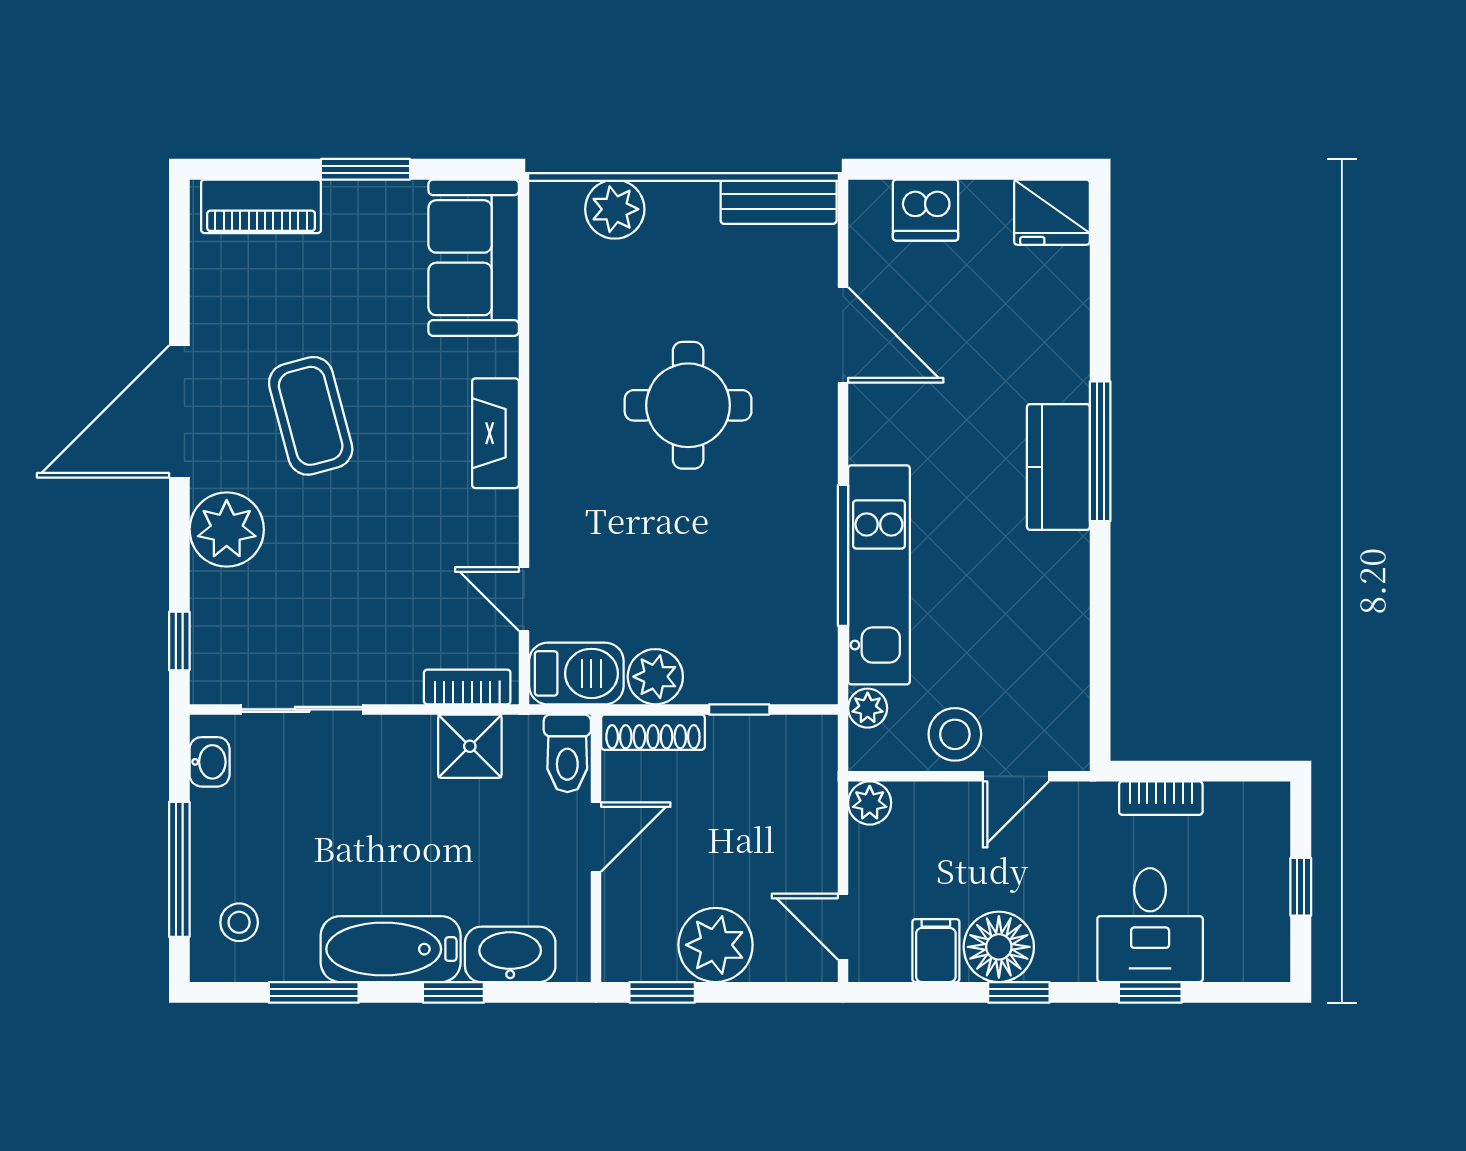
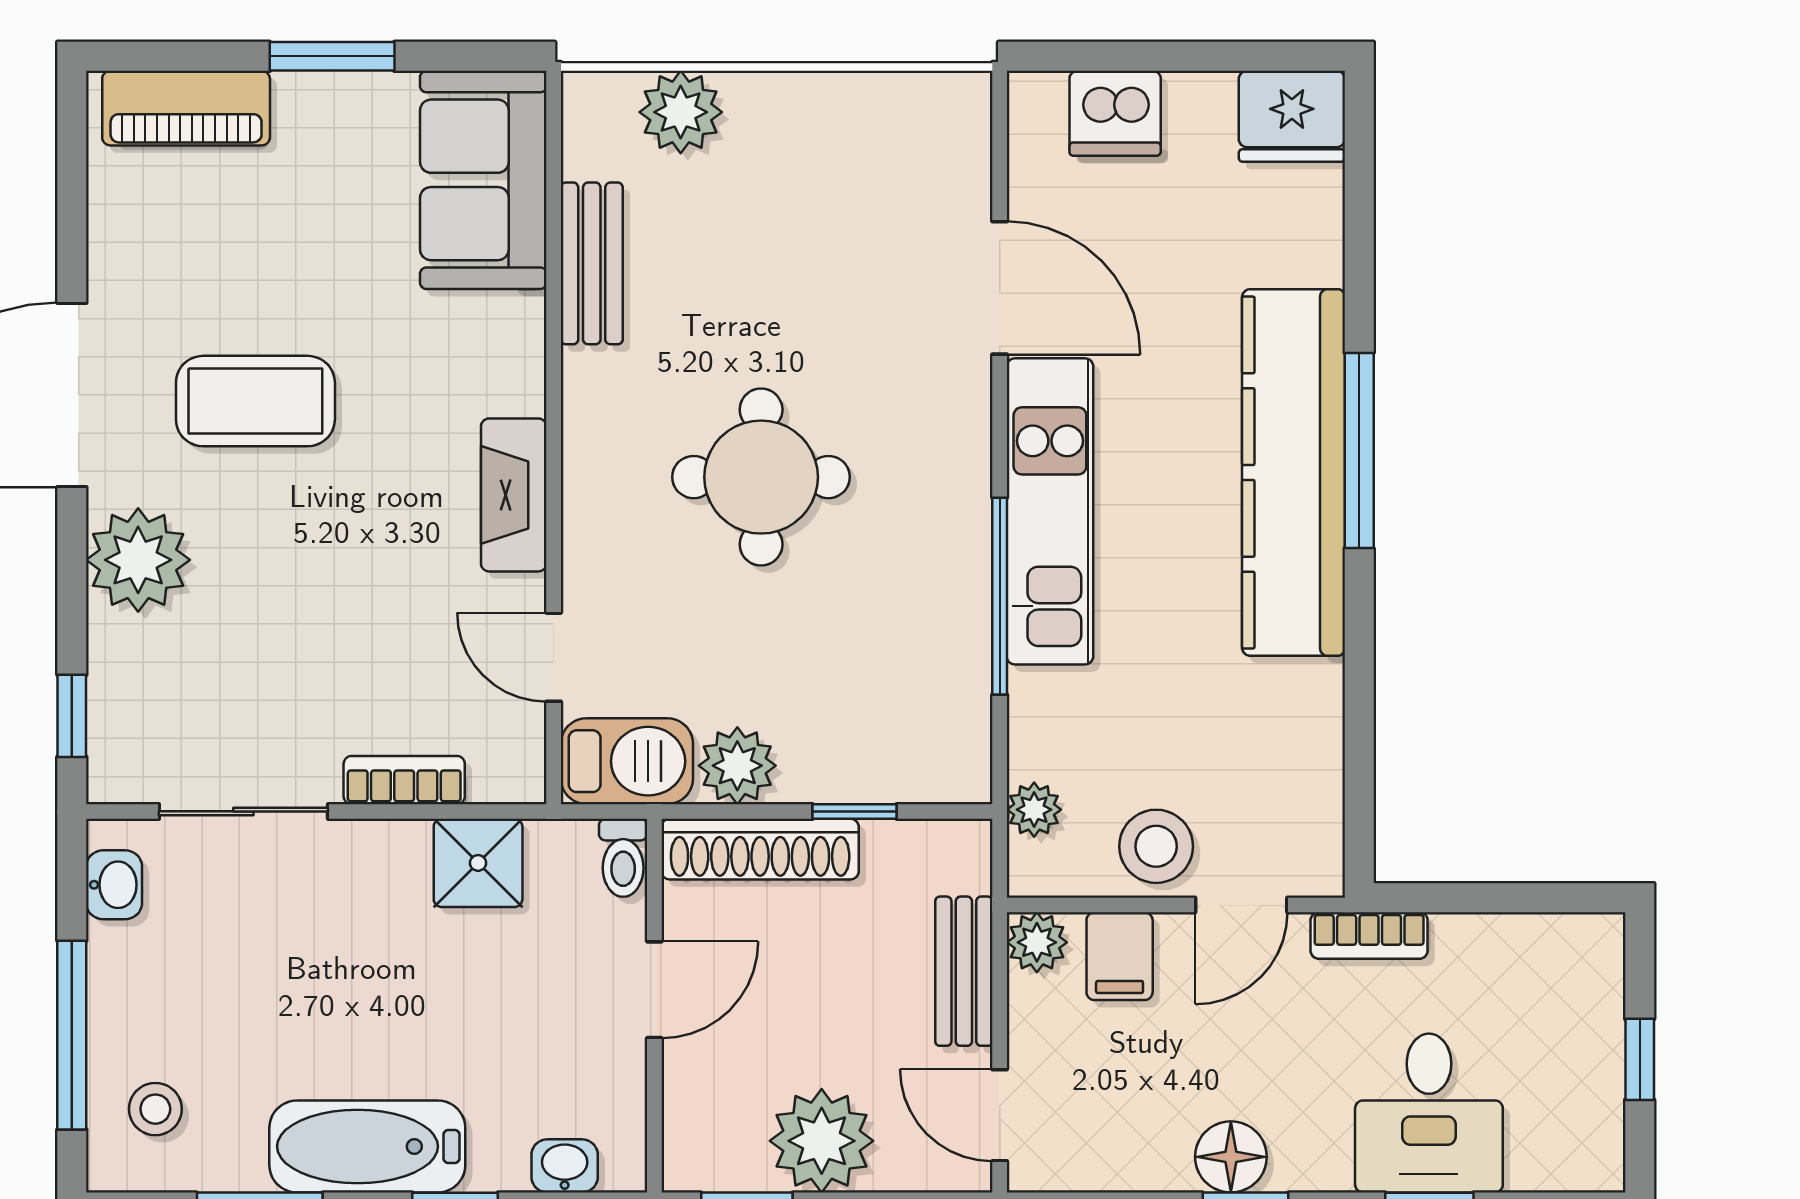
bench: (779, 202) -> (592, 263), moved, turned 90
round table: (688, 405) -> (761, 477), moved
coffee table: (311, 416) -> (255, 401), turned -75
fireplace: (495, 433) -> (514, 495), moved
kitchen counter: (1058, 467) -> (1293, 472), width x2.08, depth x1.17
kitchen unit: (879, 575) -> (1050, 511), moved
bookcase: (467, 687) -> (404, 780), moved
shoe rack: (653, 732) -> (760, 849), width x1.36, depth x1.24
toilet: (567, 753) -> (623, 858), width x0.73, depth x0.72
bookcase: (1161, 798) -> (1369, 936), moved
bench: (817, 824) -> (964, 971), added
floor lamp: (999, 947) -> (1231, 1157), width x0.73, depth x0.73
filing cabinet: (936, 951) -> (1120, 956), moved, turned 180
washbasin: (510, 954) -> (565, 1166), width x0.52, depth x0.69

